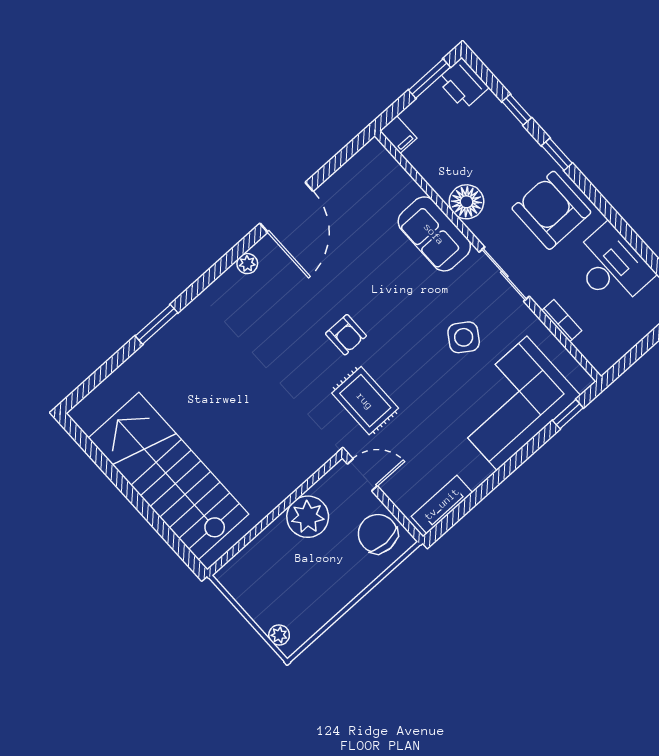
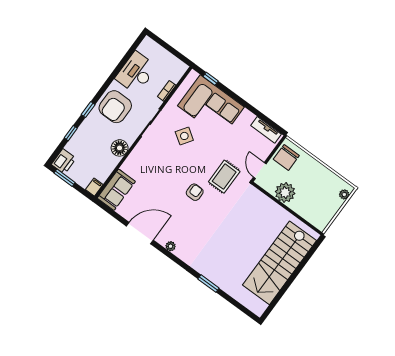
sofa: (434, 234) -> (116, 190), moved

